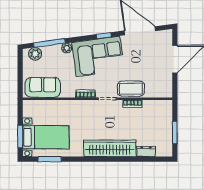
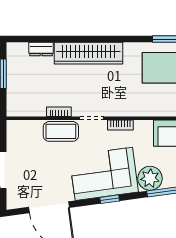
window: (104, 36) -> (110, 199), moved
plant: (67, 48) -> (150, 178), width x1.87, depth x1.87

